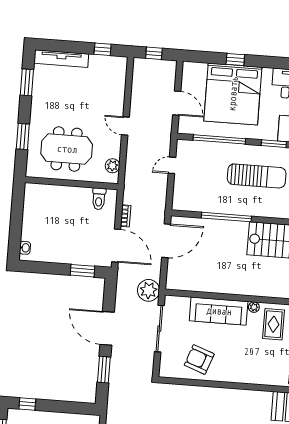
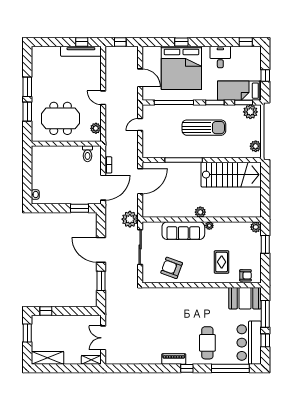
tv unit: (61, 59) -> (81, 51), moved
window: (27, 82) -> (27, 87), moved
door: (116, 246) -> (103, 188), hinge flipped
plant: (243, 288) -> (200, 212), added
rug: (274, 324) -> (222, 262), moved

